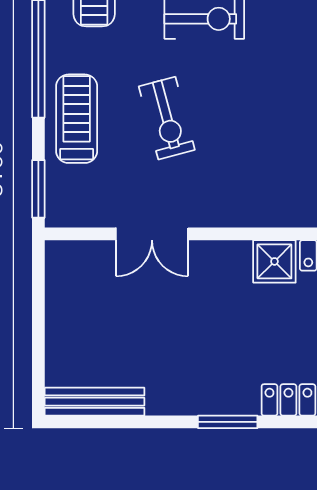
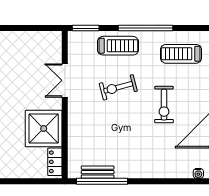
shower: (274, 261) -> (44, 129), width x1.86, depth x1.86

